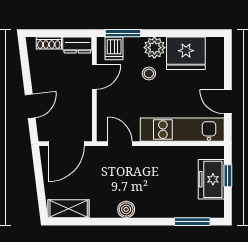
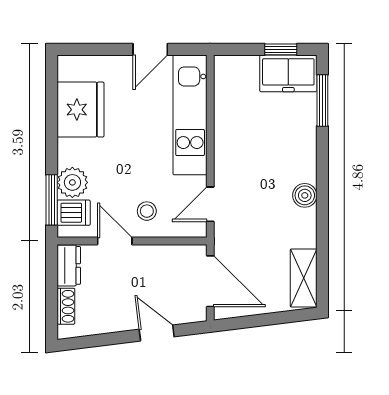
plant: (154, 48) -> (72, 182), moved
stool: (149, 73) -> (147, 211), moved
window: (228, 176) -> (281, 49), moved
freezer: (211, 179) -> (288, 73), moved

